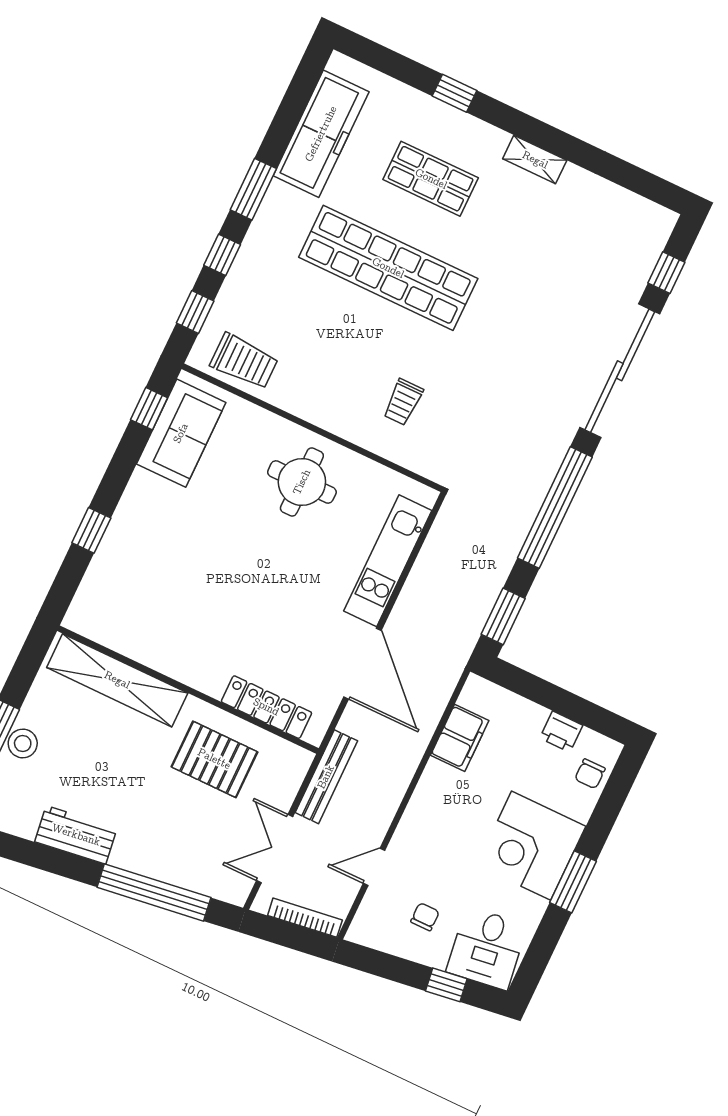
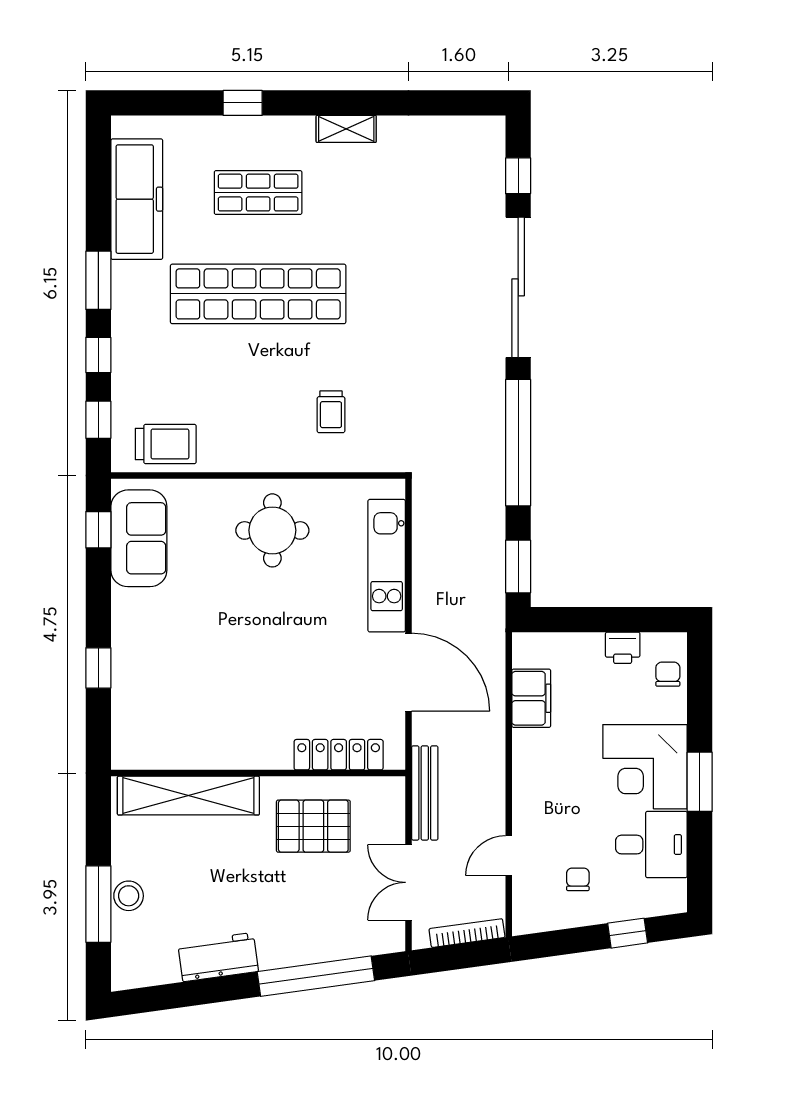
chair: (590, 774) -> (668, 674), turned 180
desk: (487, 948) -> (651, 845), moved, turned -82

